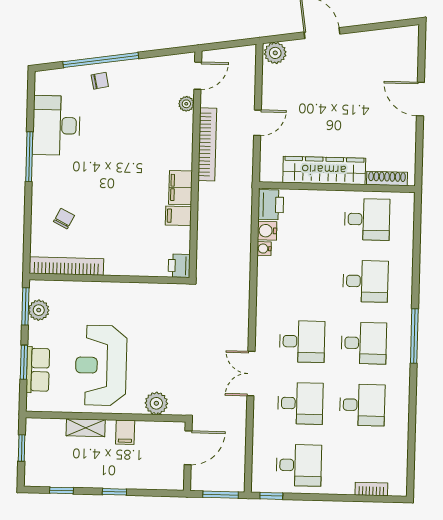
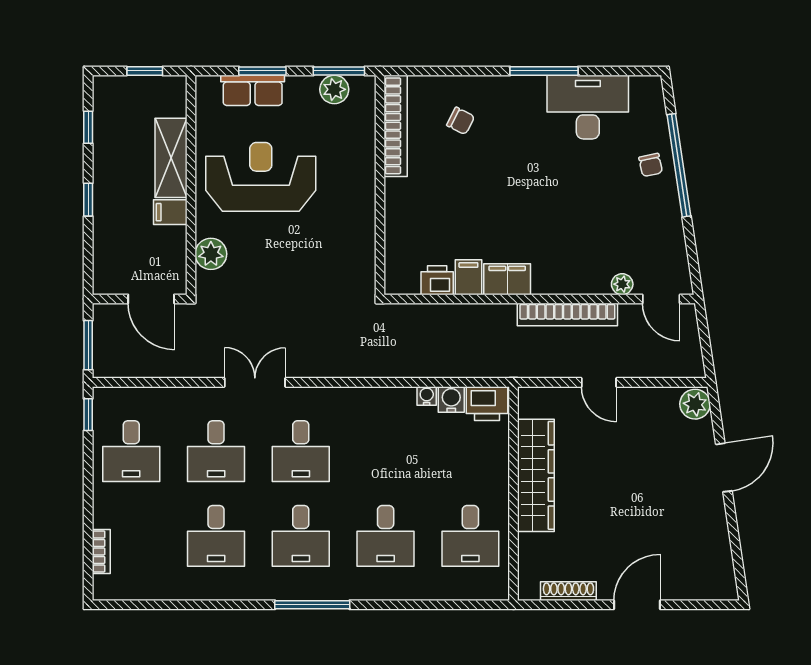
shoe rack: (387, 178) -> (568, 591), moved, turned -90
printer: (179, 266) -> (437, 280), moved
shelving: (86, 428) -> (171, 158), width x1.50, depth x1.33

